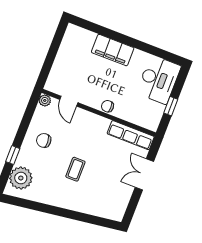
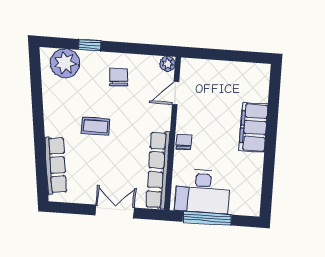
desk: (159, 80) -> (202, 192), moved
window: (171, 106) -> (207, 218), width x2.17
row of seats: (131, 135) -> (158, 170), width x1.36
row of seats: (96, 208) -> (56, 165), added

